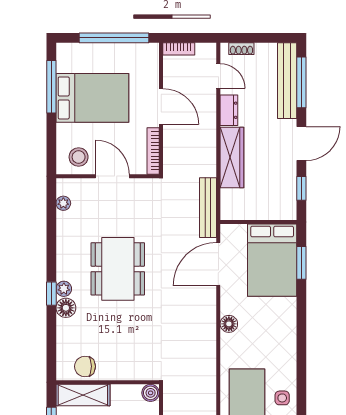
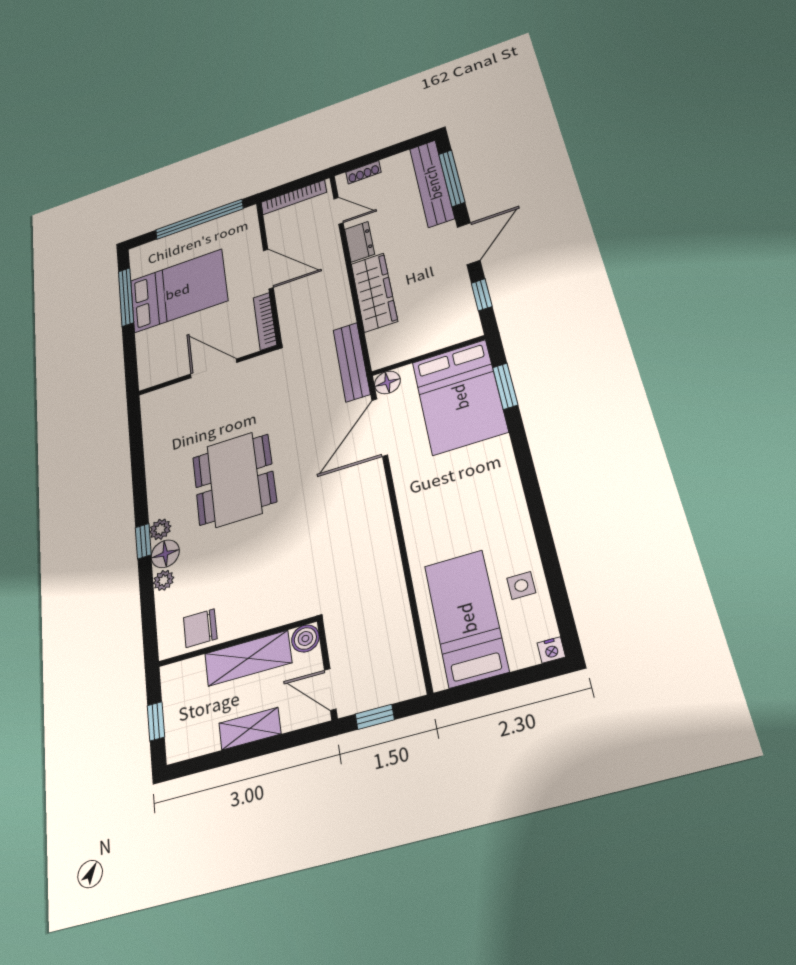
bookcase: (179, 49) -> (294, 197), width x1.56
stool: (79, 157) -> (167, 361), removed
plant: (63, 203) -> (164, 580), moved
floor lamp: (229, 324) -> (387, 382), moved
shelving: (83, 395) -> (248, 658), moved

